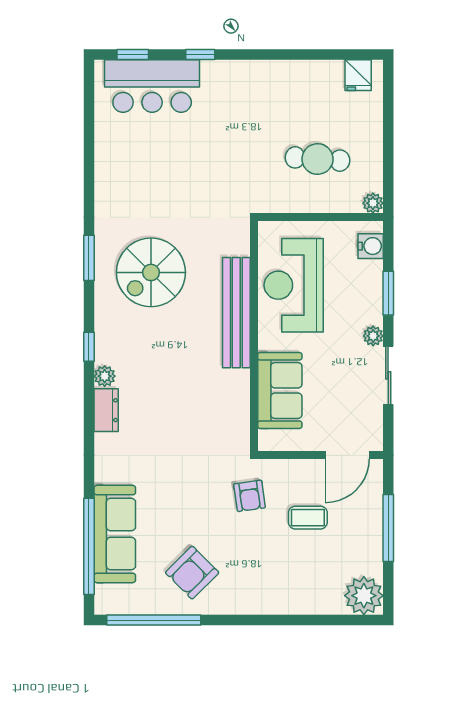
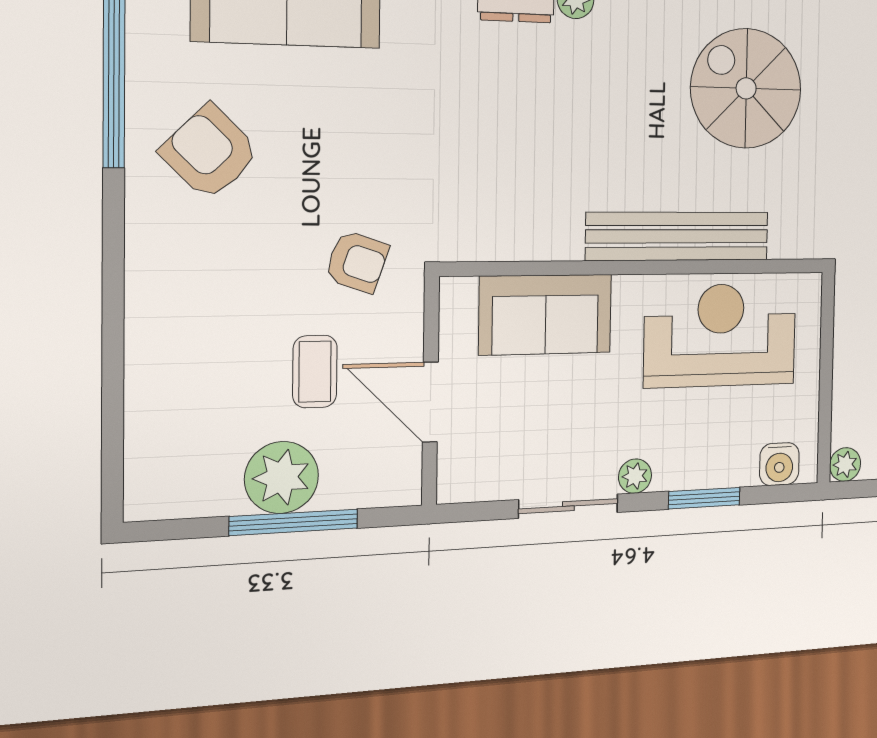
door: (347, 455) -> (430, 402), moved
armchair: (249, 496) -> (357, 262), turned -153
plant: (364, 596) -> (282, 478), moved

